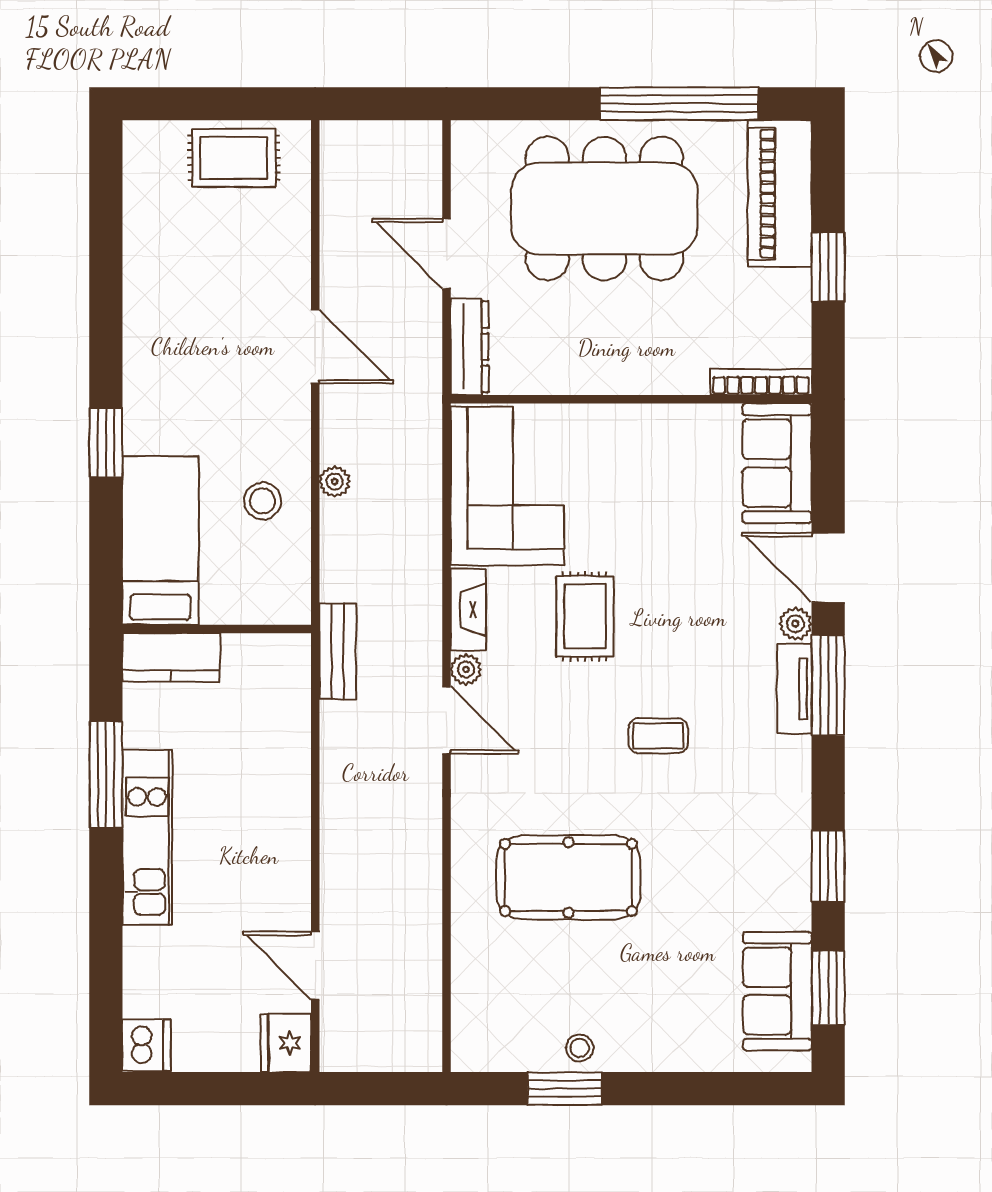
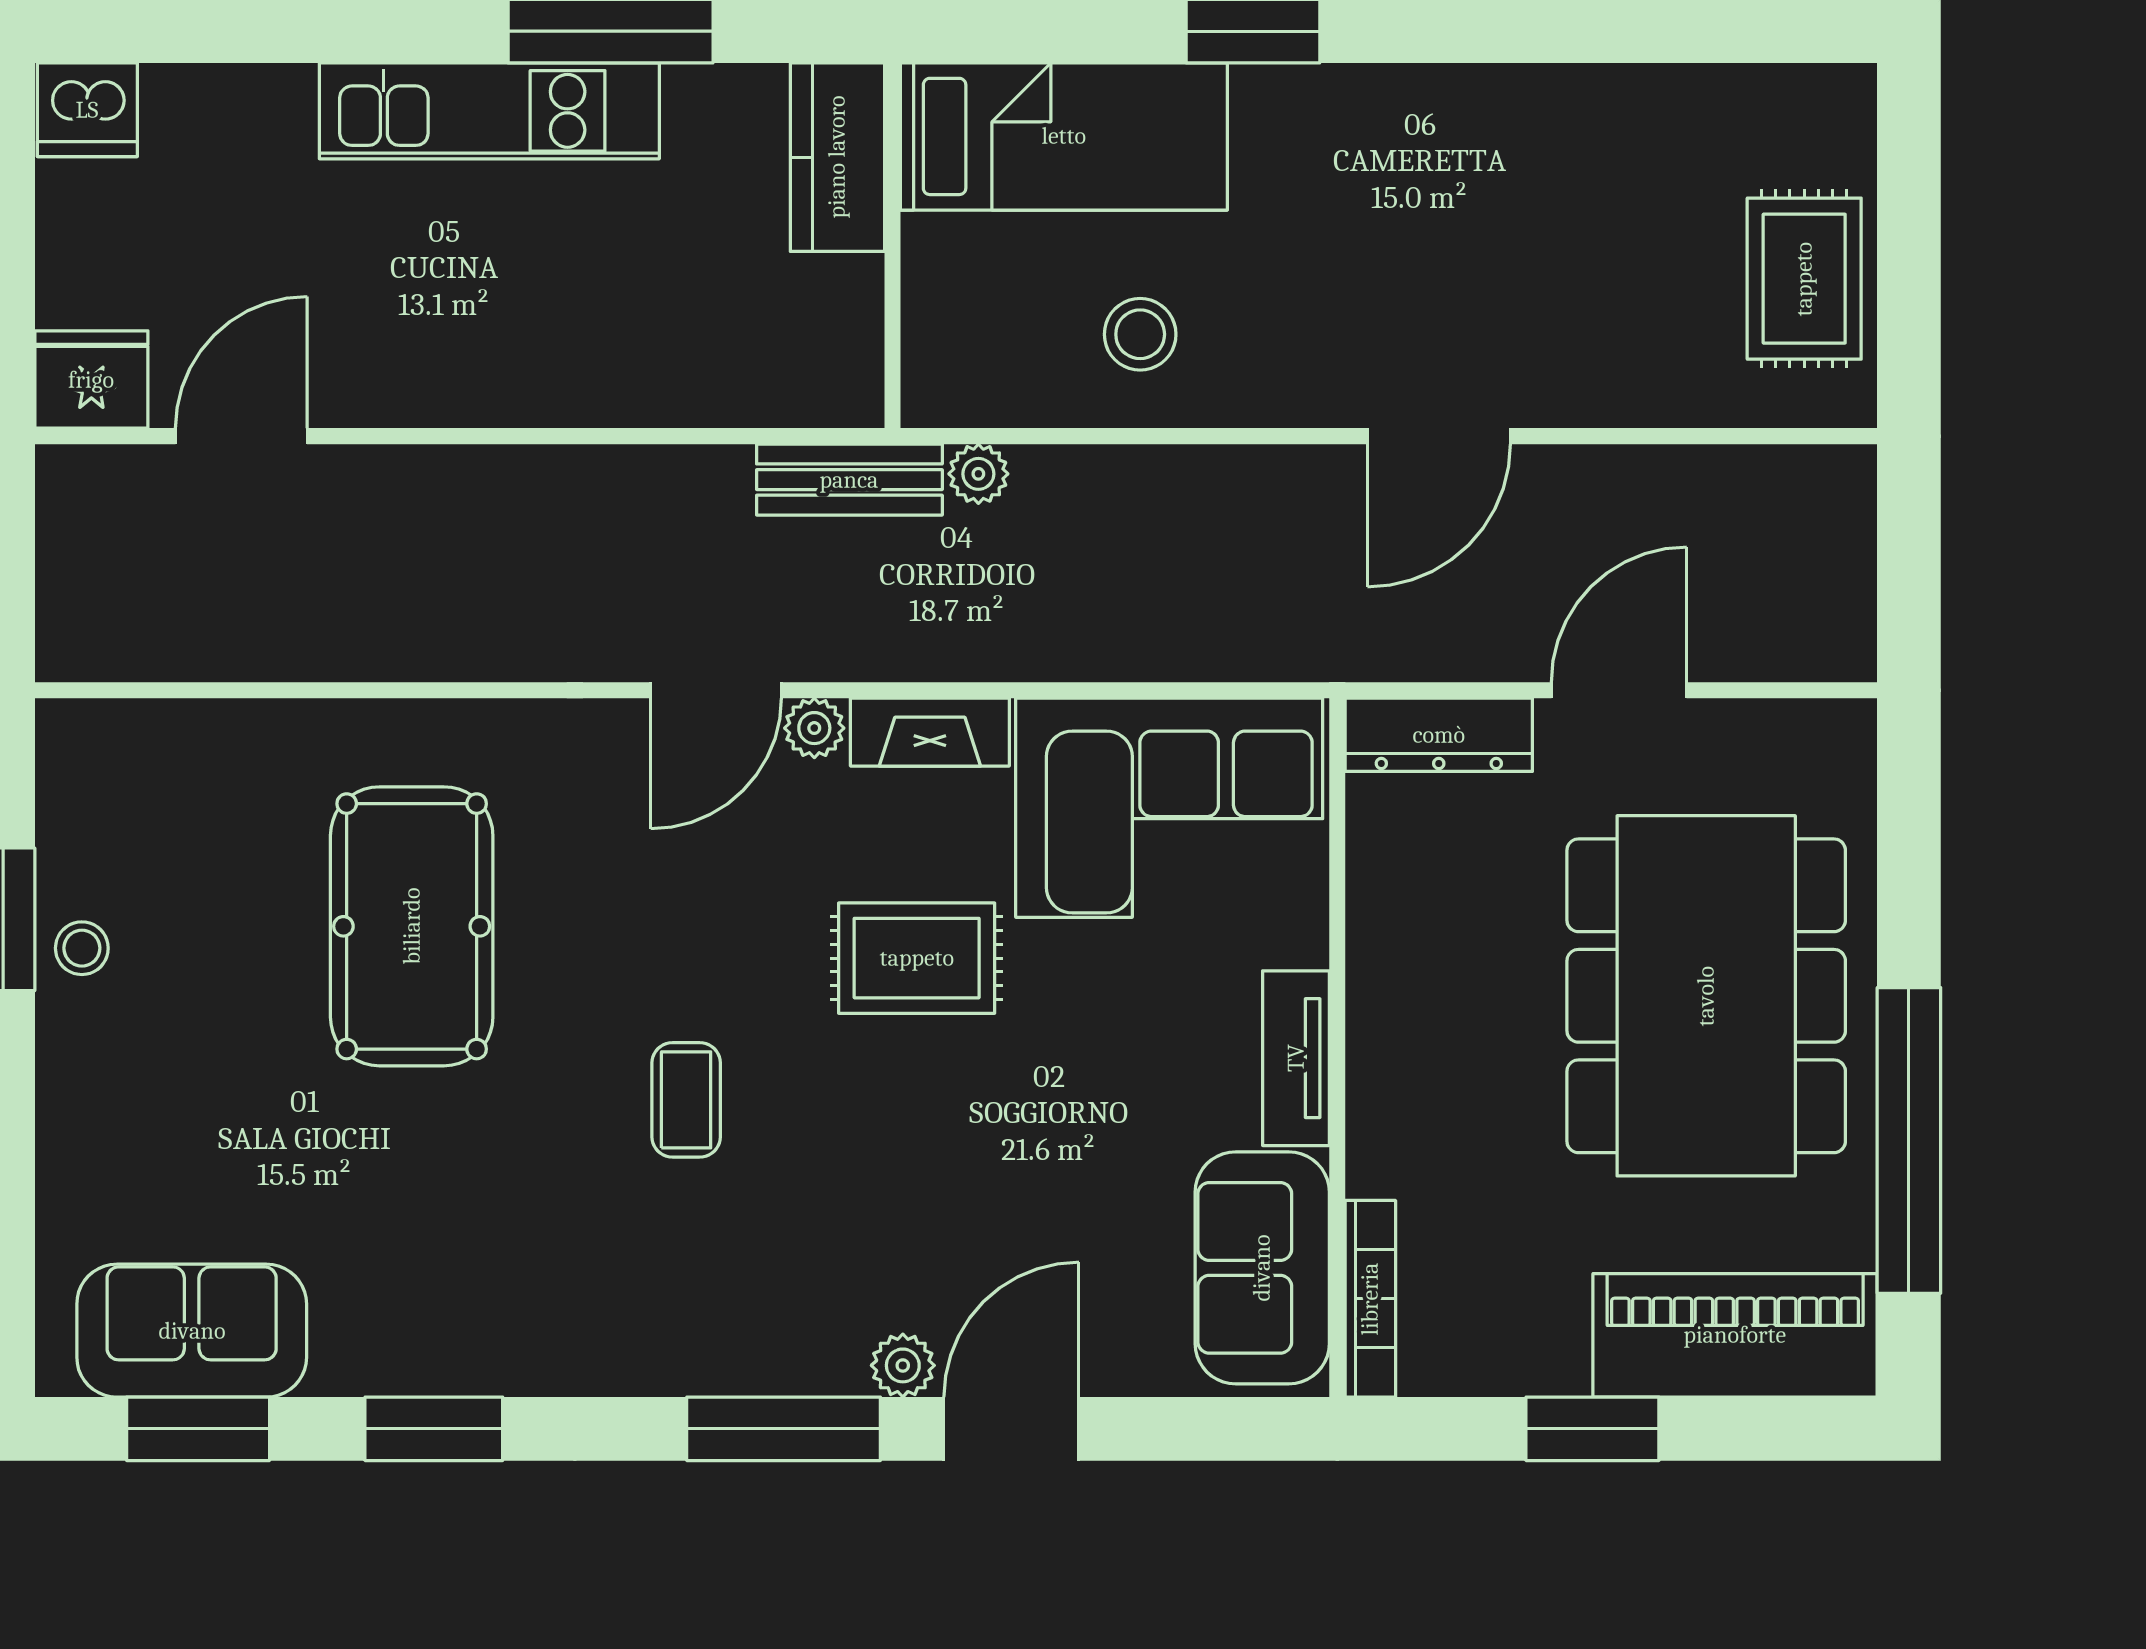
sofa: (777, 463) -> (1262, 1268), moved, turned -90
plant: (335, 481) -> (978, 474), moved
tv unit: (794, 688) -> (1296, 1058), moved, turned -90

